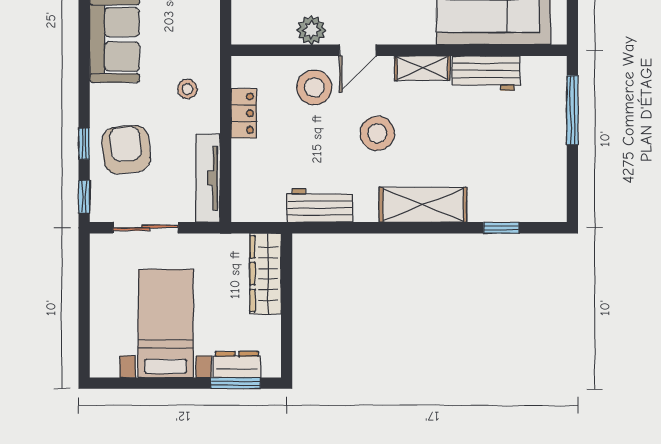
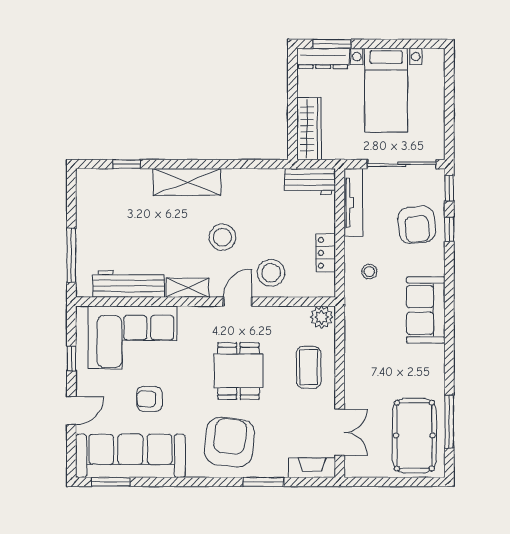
plant: (311, 30) -> (321, 317), moved
workbench: (486, 73) -> (129, 284), width x1.38
workbench: (320, 205) -> (310, 182), moved
sliding door: (146, 228) -> (402, 164), width x1.37
dresser: (237, 364) -> (323, 58), width x1.44

